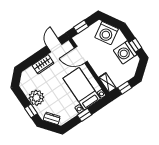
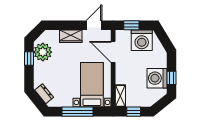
washing machine: (107, 33) -> (142, 40), moved, turned -59
plant: (36, 98) -> (43, 52), moved
window: (31, 111) -> (29, 58), moved
window: (84, 115) -> (78, 112), width x2.17

